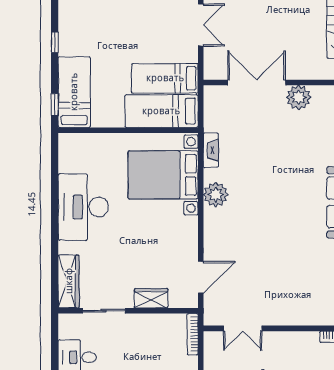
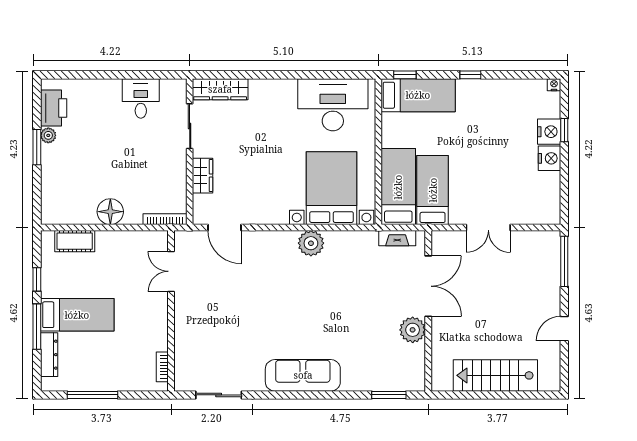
fireplace: (211, 150) -> (397, 238), moved
desk: (83, 207) -> (333, 105), moved

